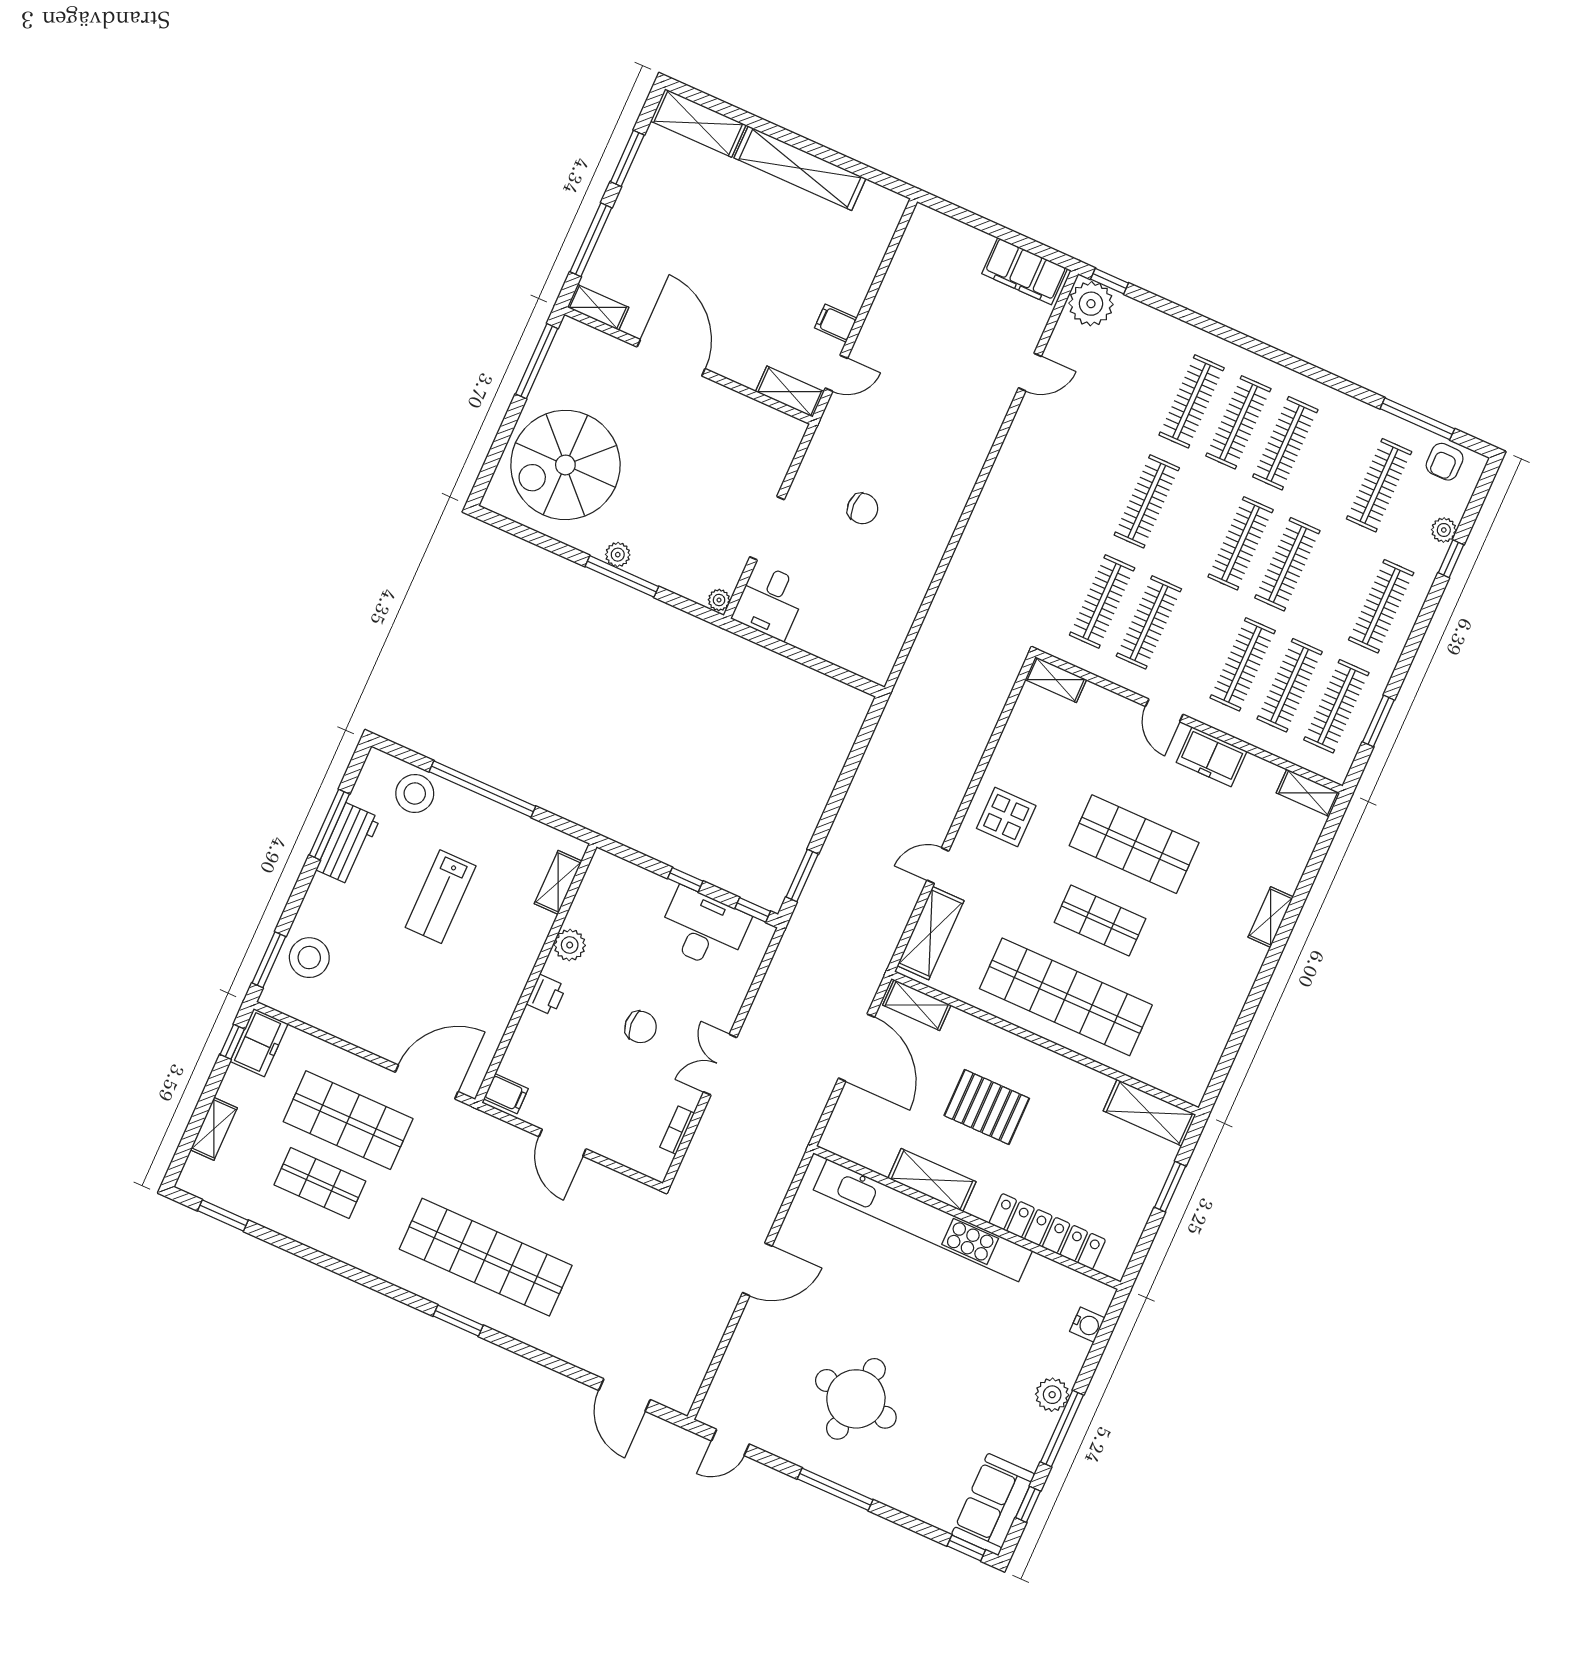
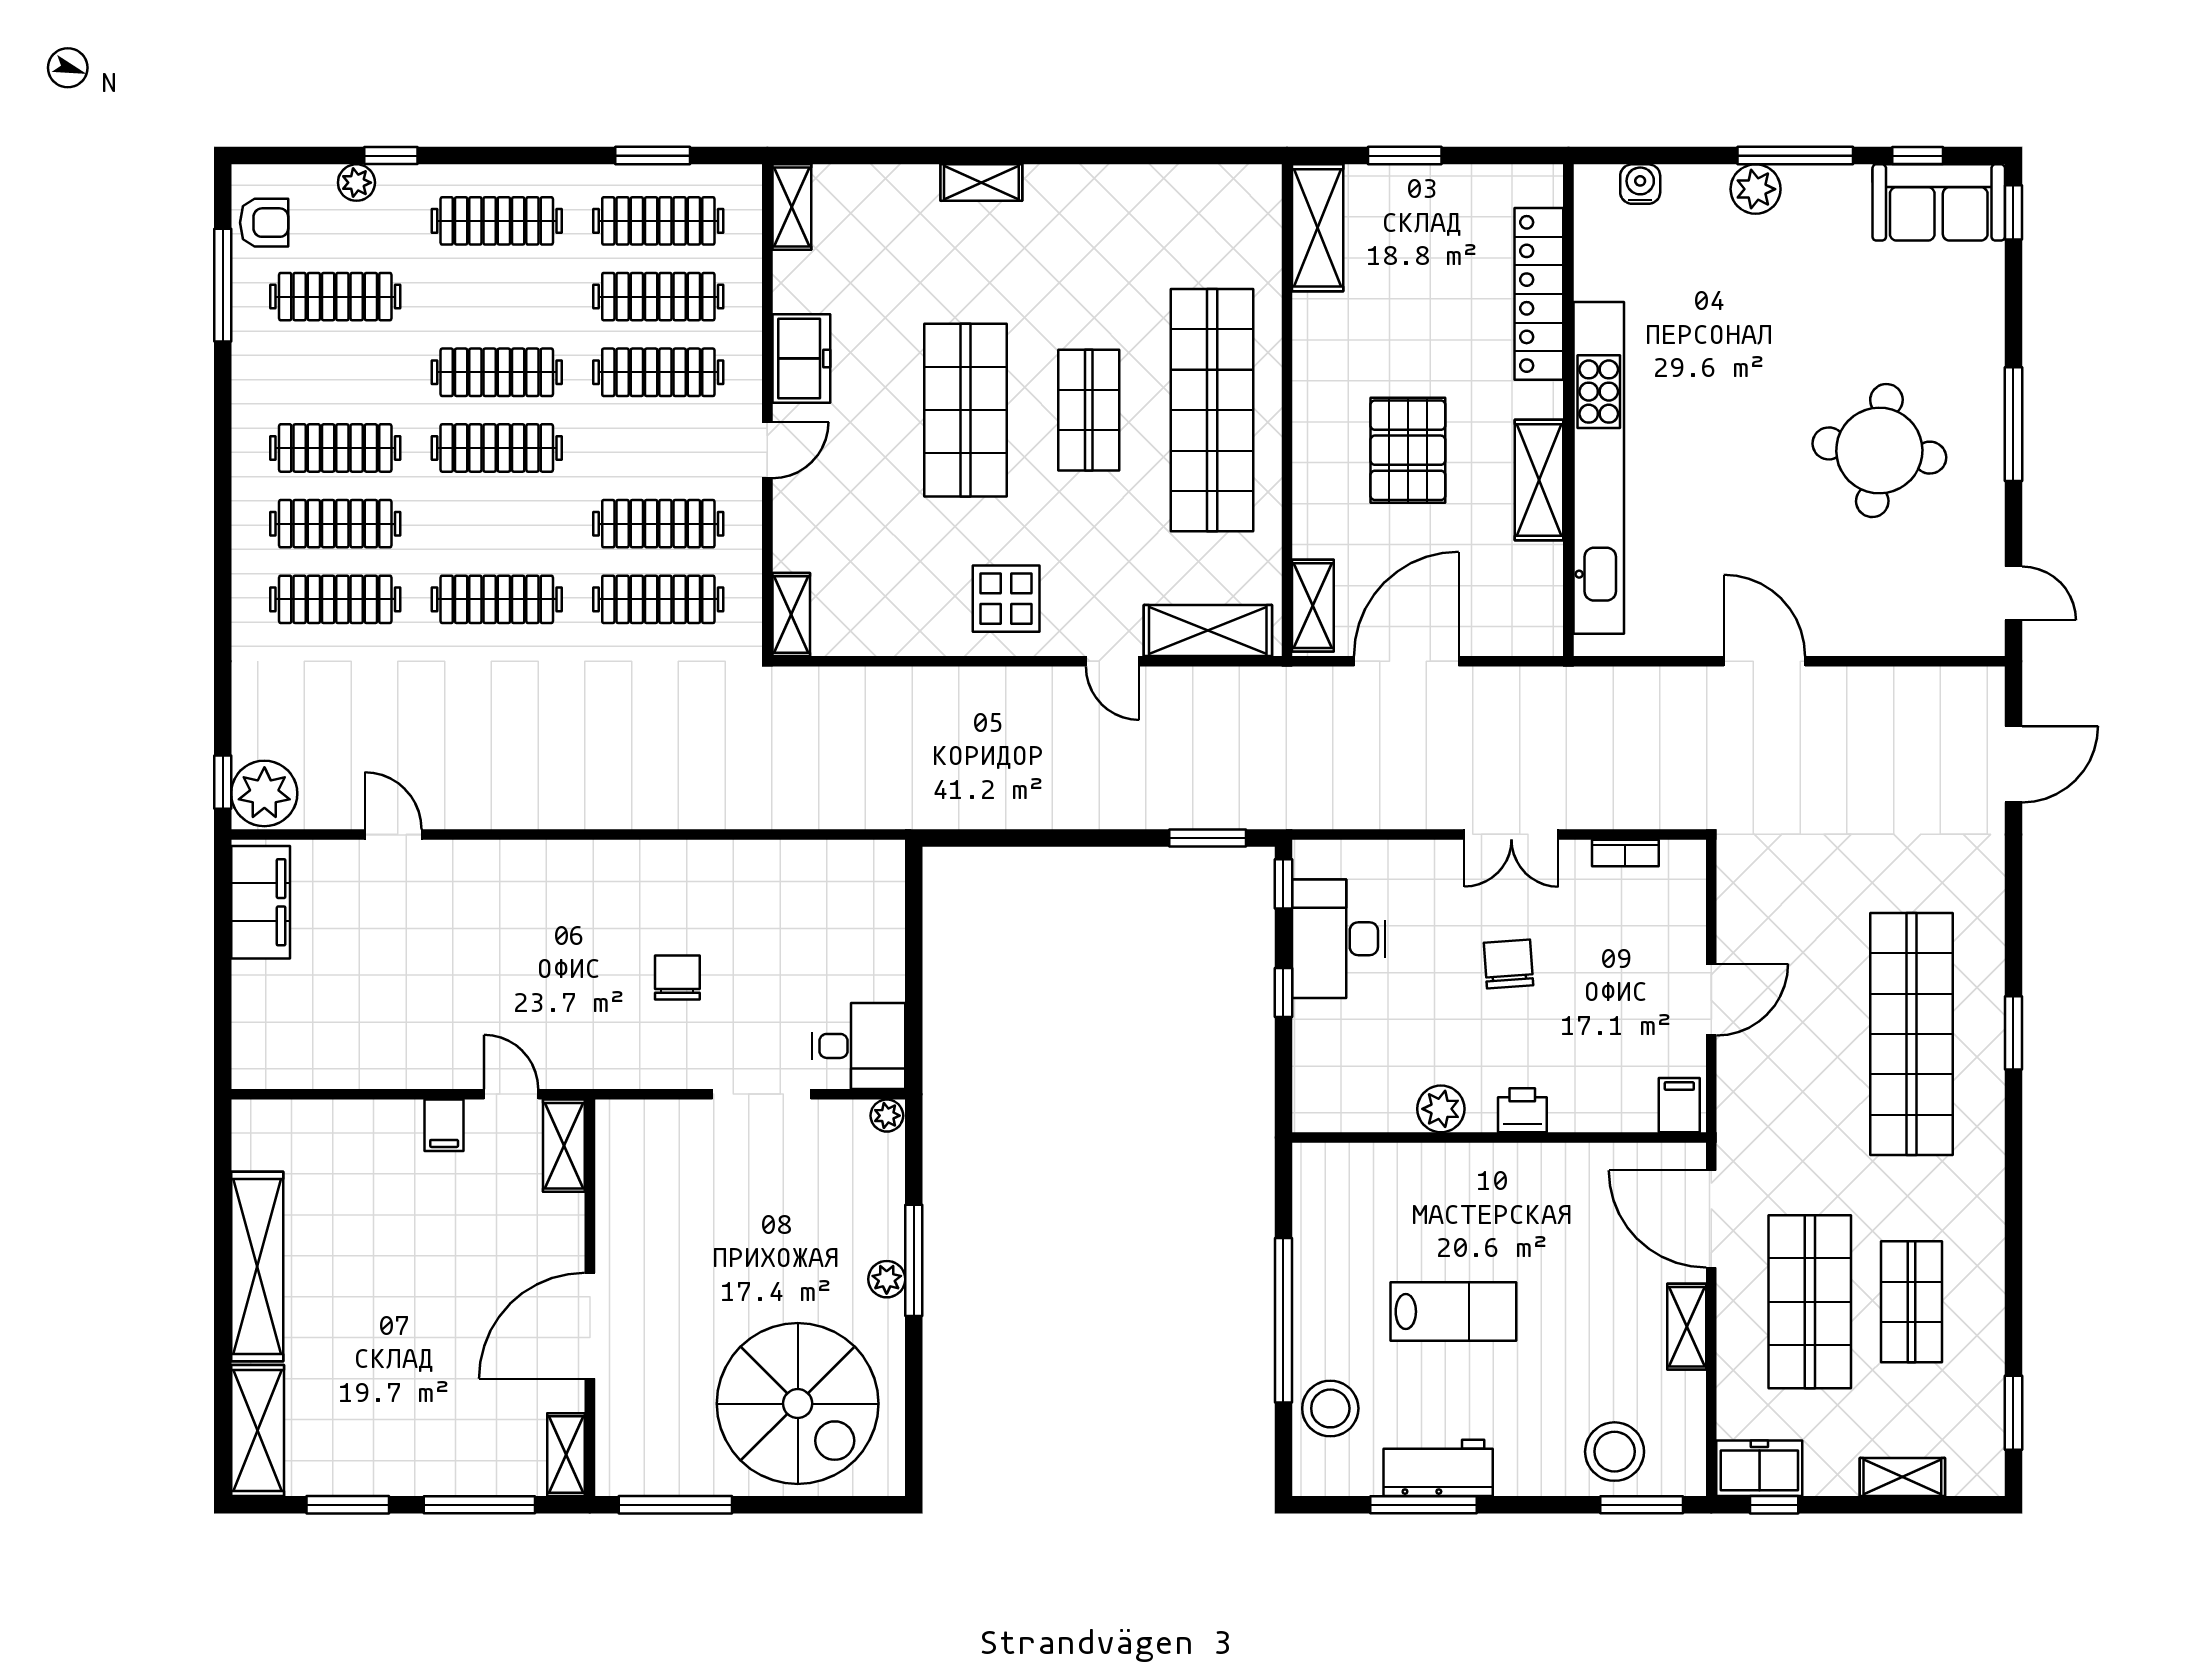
shelving: (558, 882) -> (1687, 1327), moved, turned 90

